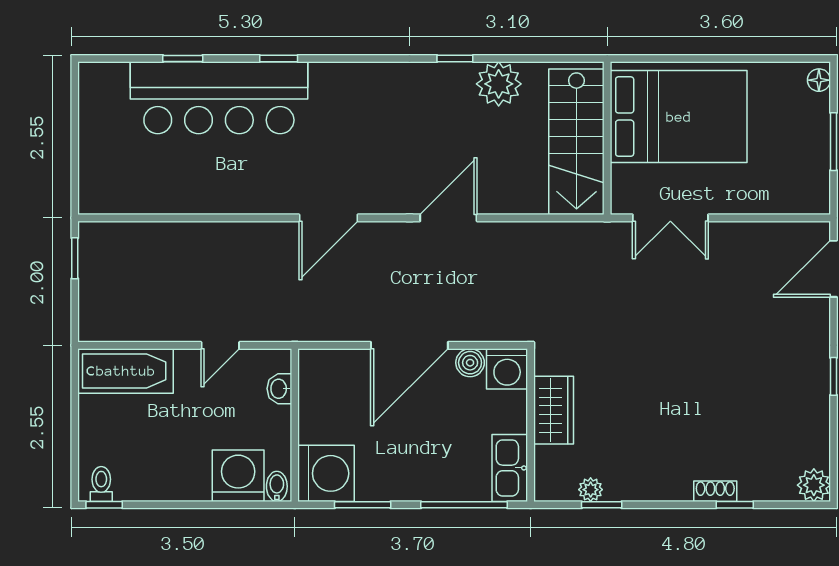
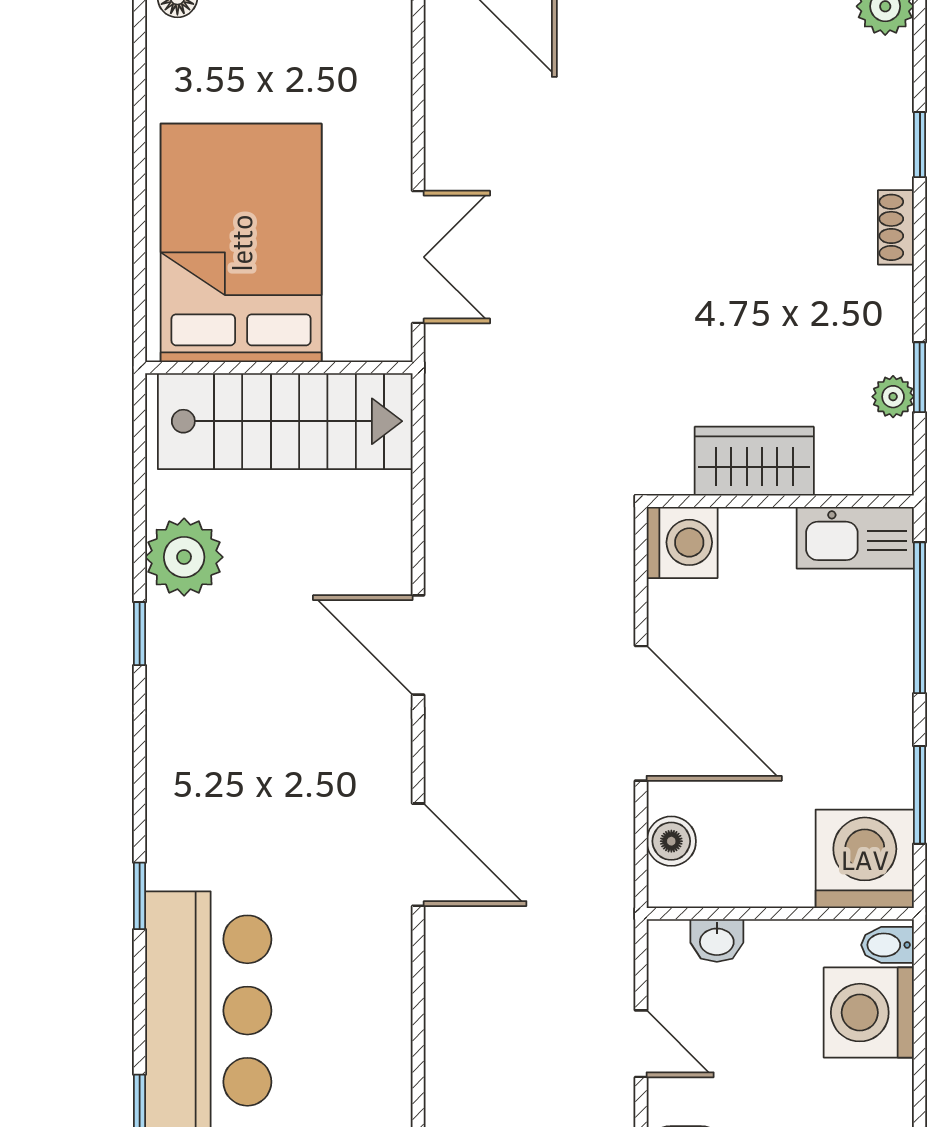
window: (279, 58) -> (140, 896), moved
boiler: (470, 363) -> (671, 841), moved
shoe rack: (715, 491) -> (896, 227), moved

